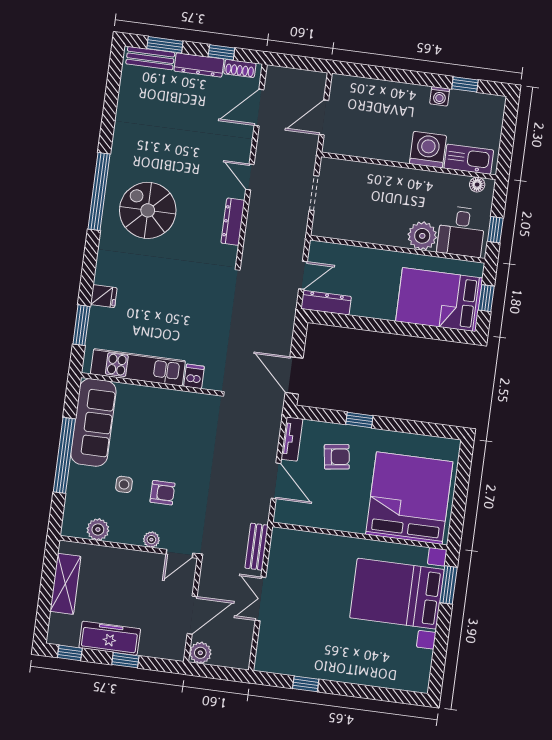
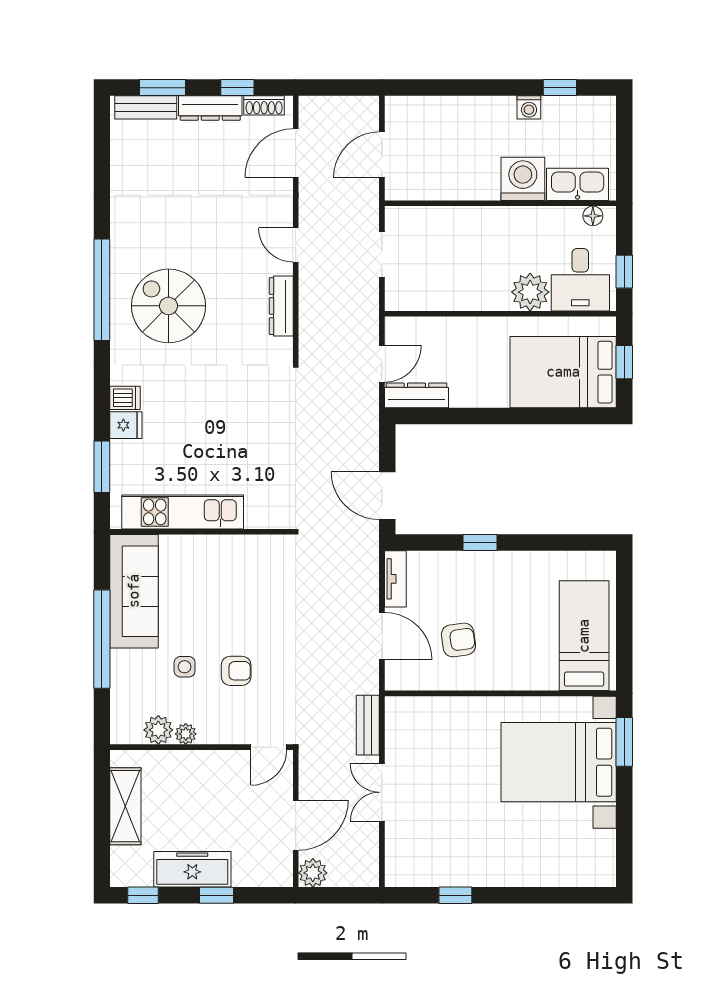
dishwasher: (194, 376) -> (125, 398), moved, turned 90
armchair: (337, 457) -> (458, 640), moved
bed: (409, 498) -> (584, 636), width x0.49
plant: (151, 540) -> (186, 734), moved

